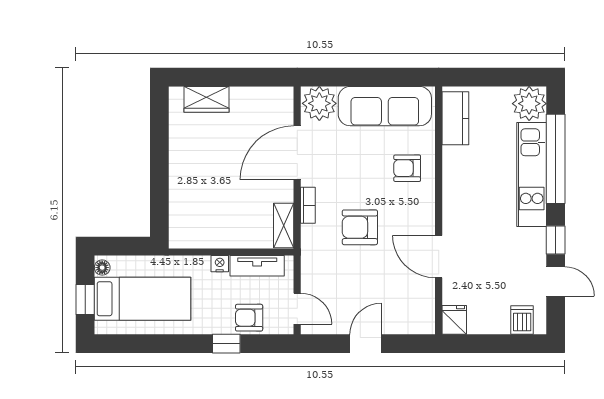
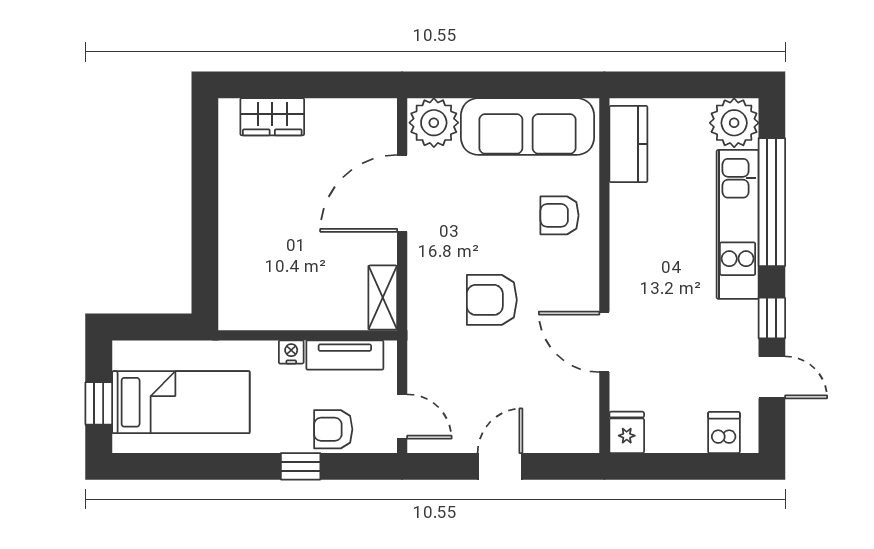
bookcase: (308, 205) -> (417, 268), removed
floor lamp: (102, 268) -> (123, 358), removed

